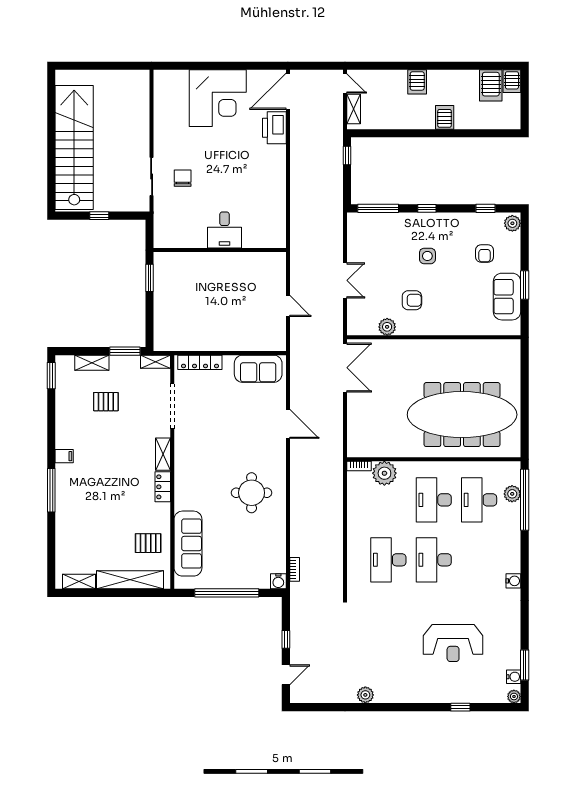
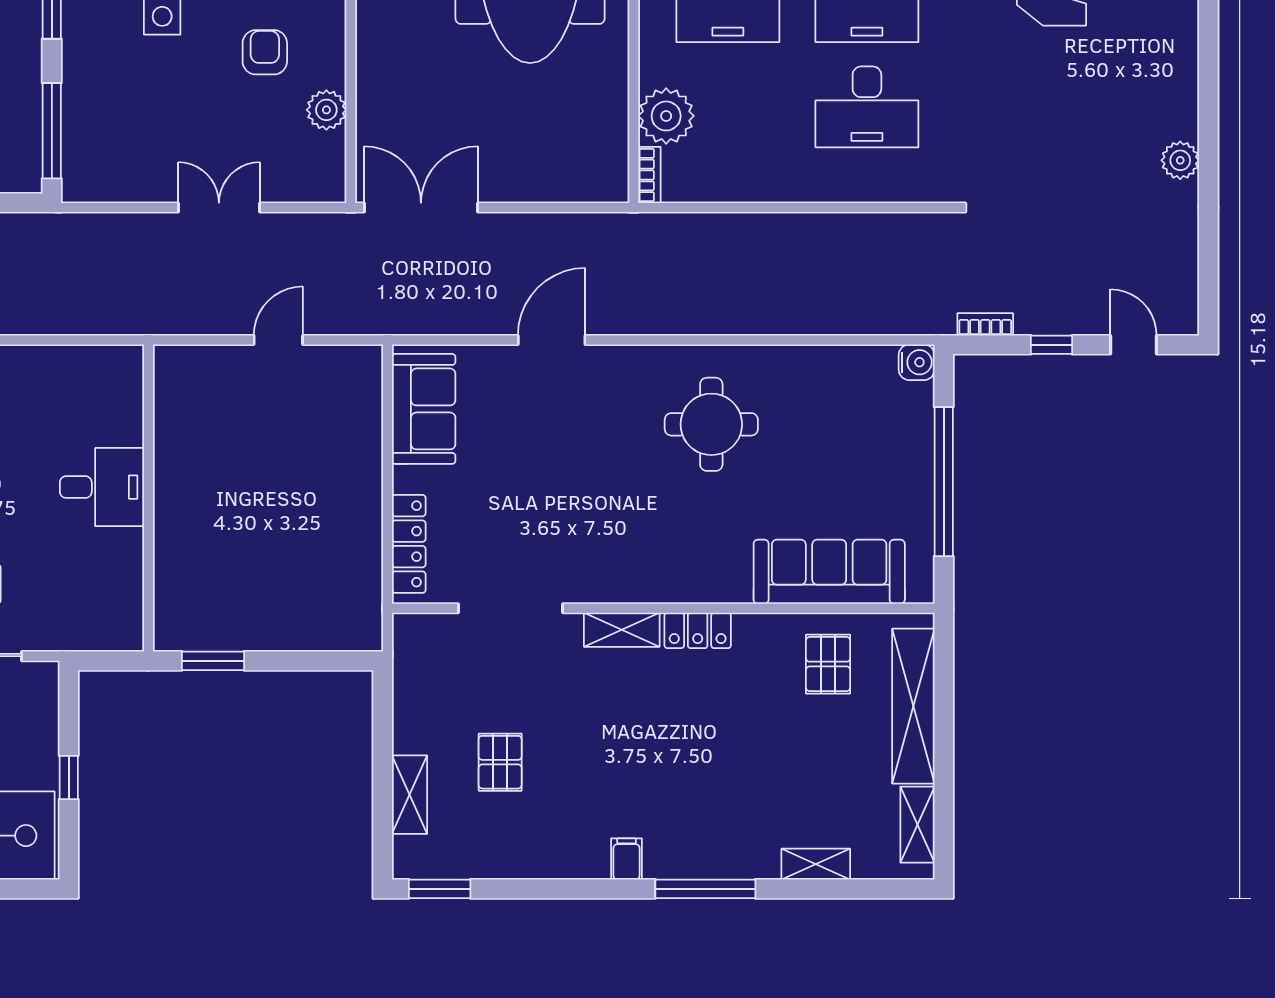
window: (125, 351) -> (383, 718), removed
shelving: (155, 362) -> (816, 864), moved, turned 90
bookcase: (295, 569) -> (985, 324), moved

